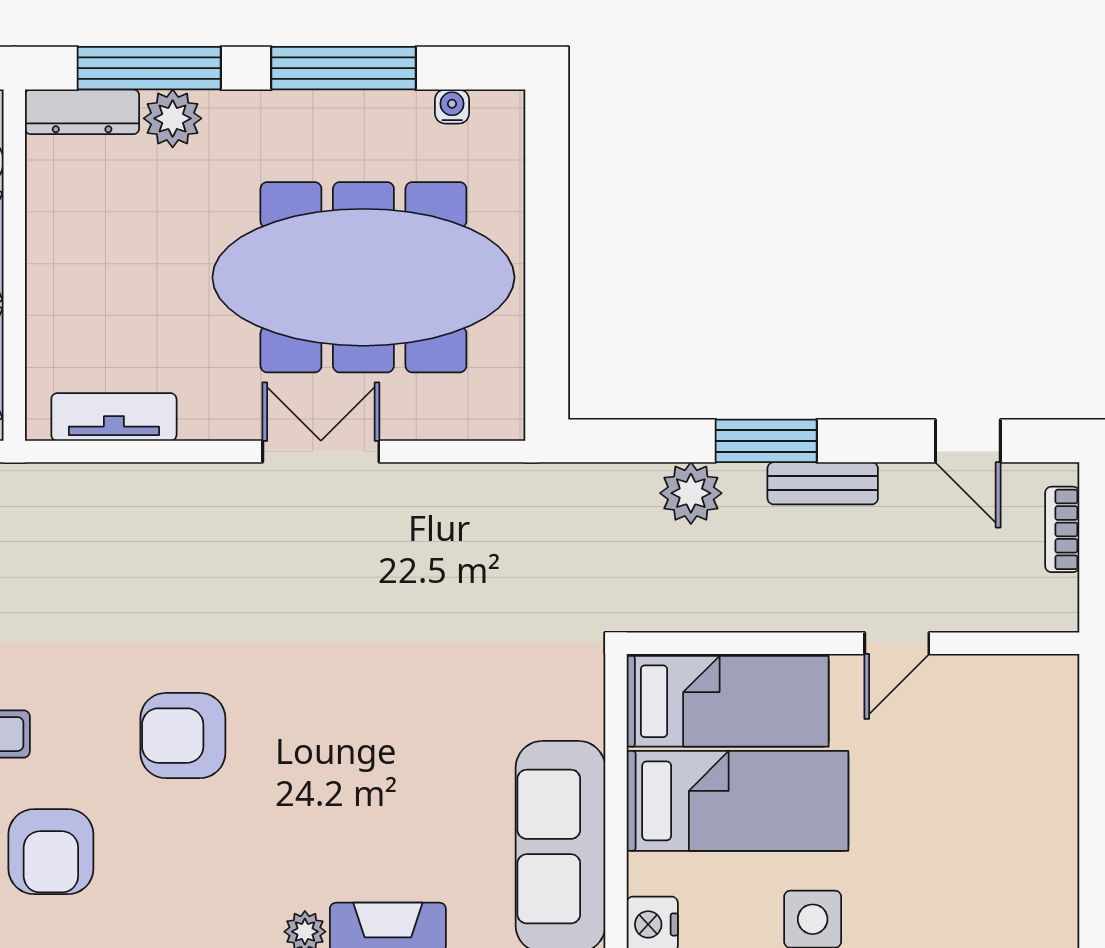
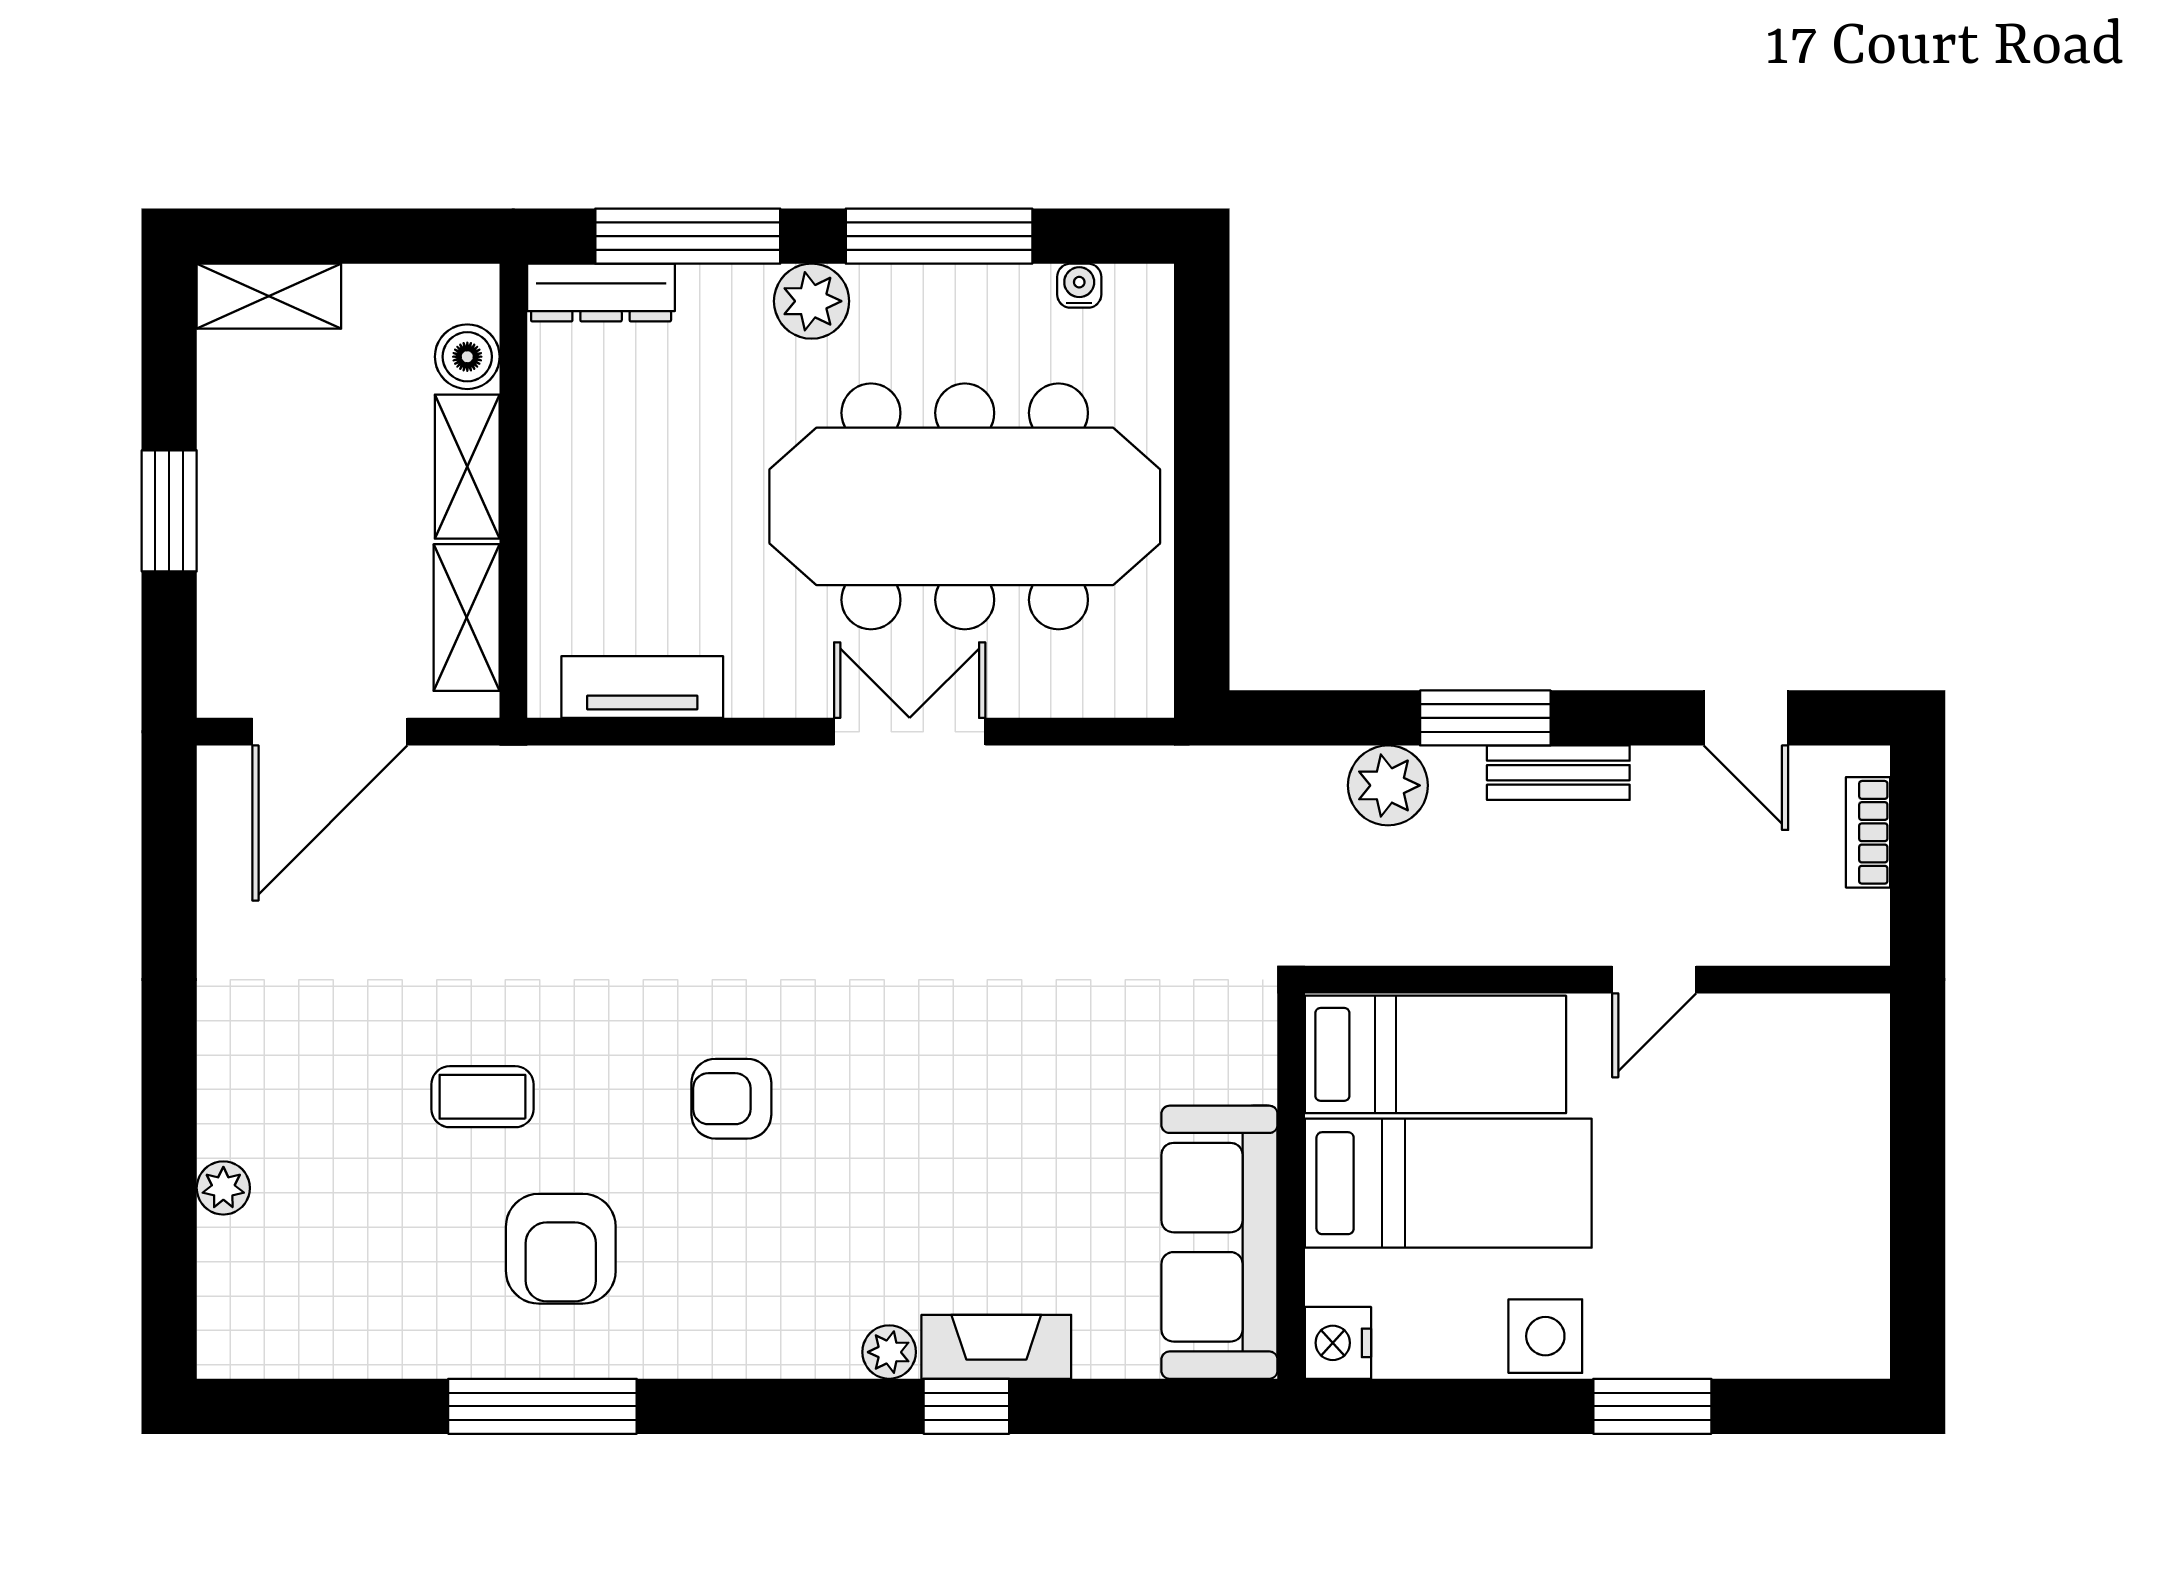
plant: (173, 118) -> (812, 301), moved
armchair: (183, 736) -> (731, 1099), width x0.72, depth x0.72

